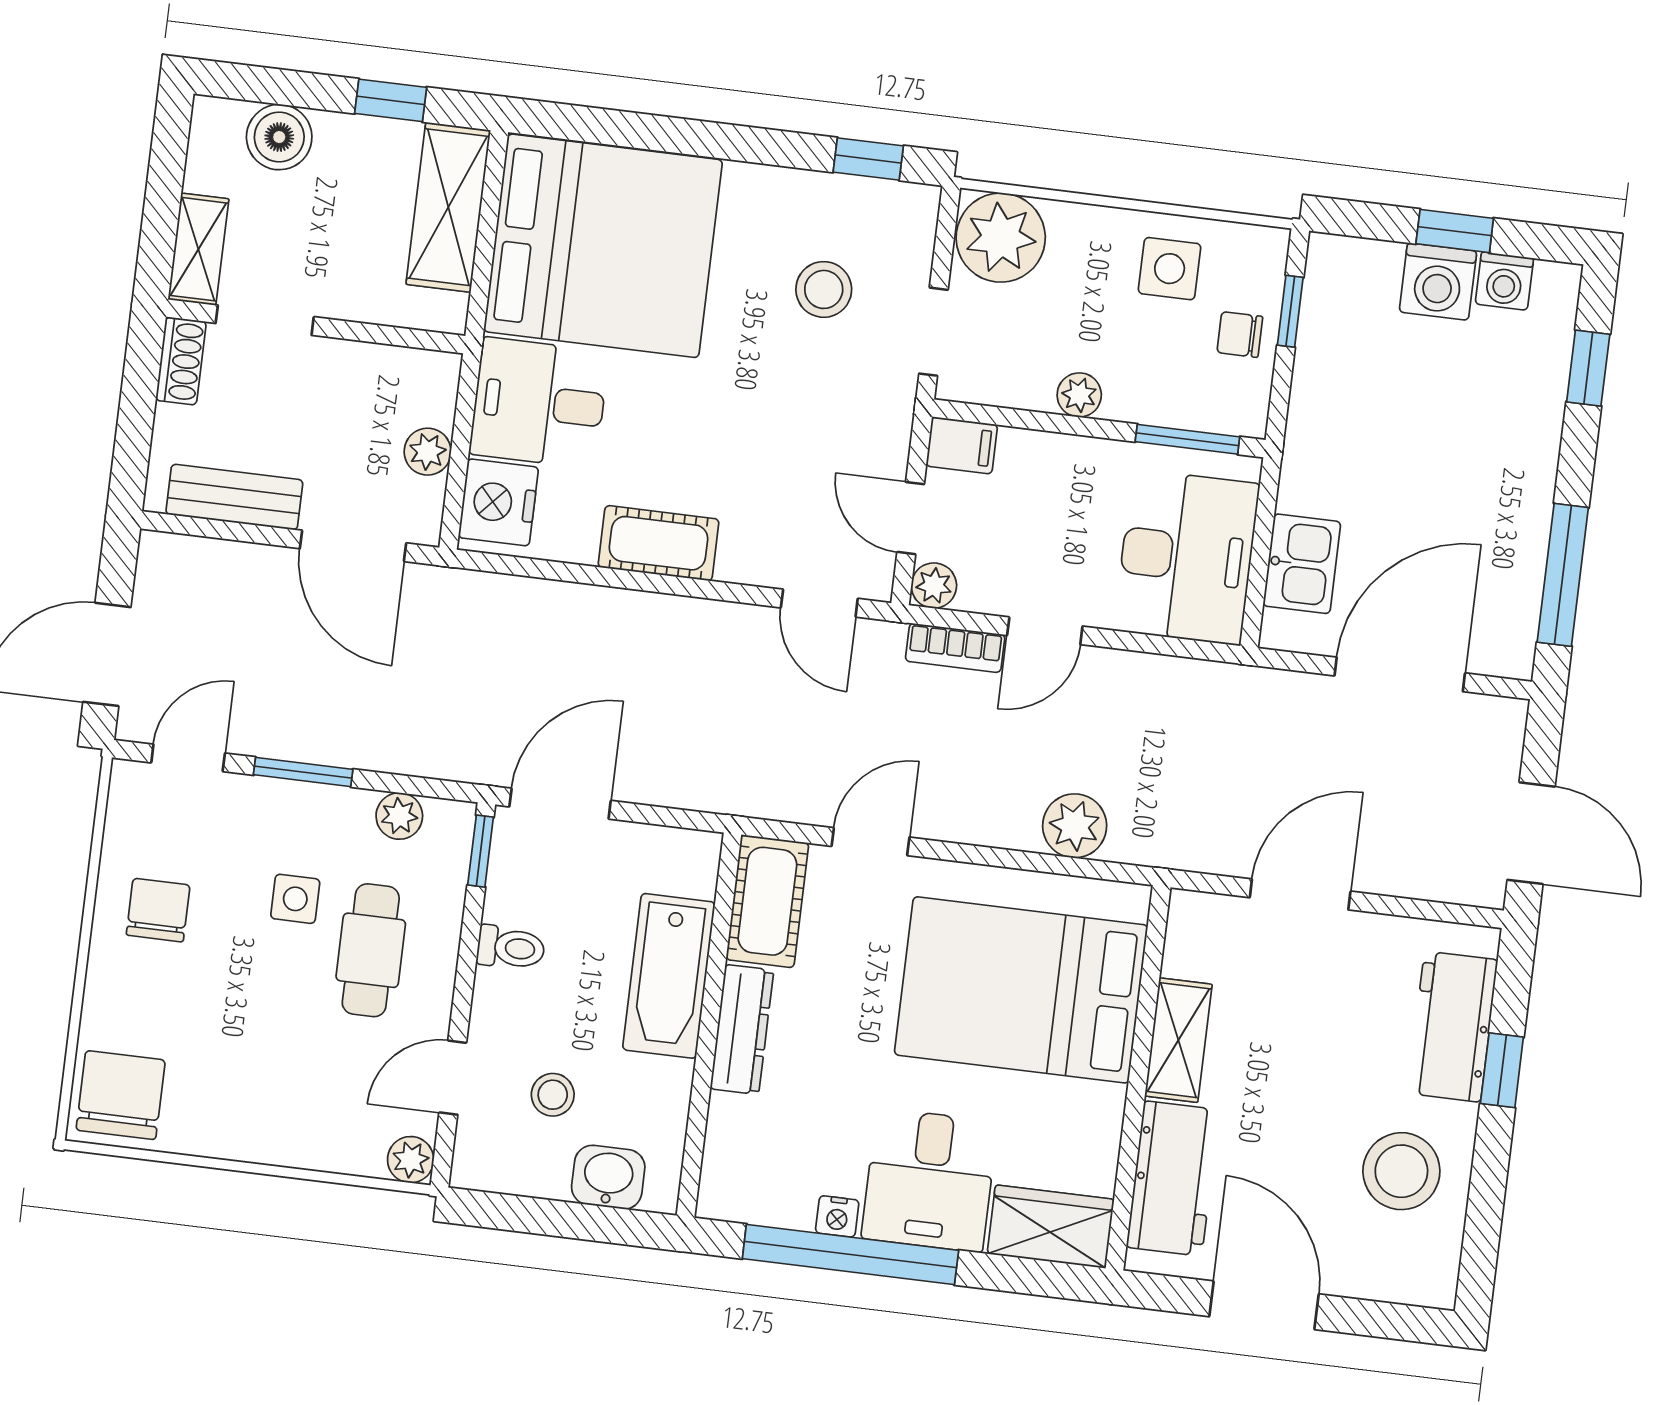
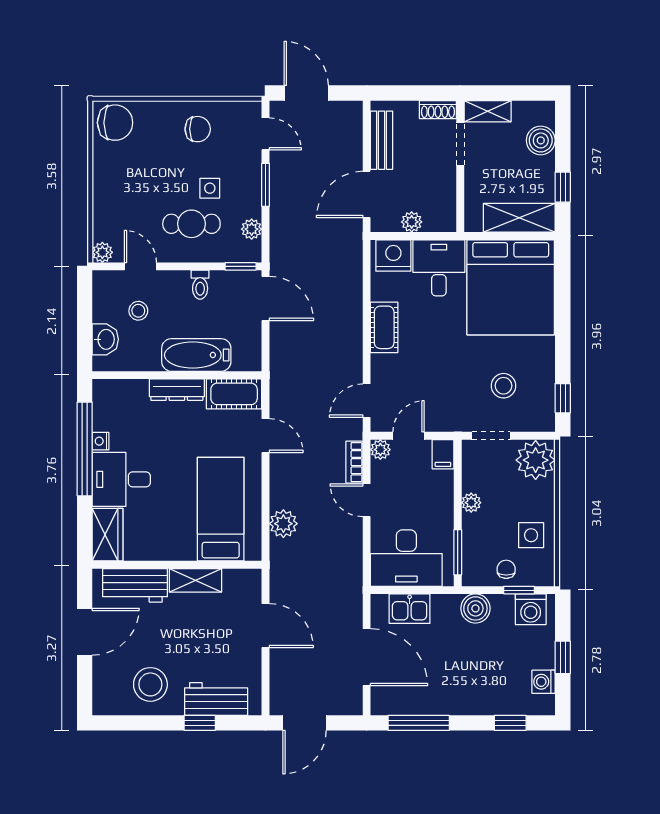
washing machine: (1438, 282) -> (531, 609), moved, turned -90
boiler: (1320, 415) -> (475, 608), added
bed: (1021, 990) -> (221, 509), width x0.67

